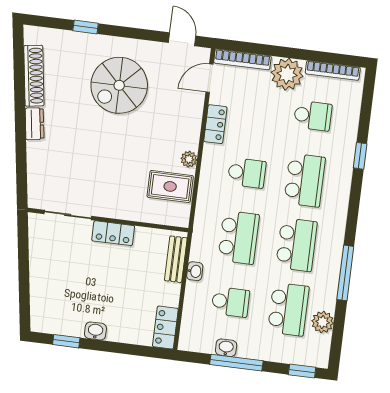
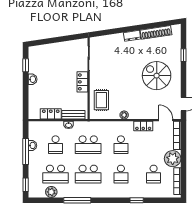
school desk: (305, 180) -> (121, 174), width x0.54
rug: (170, 186) -> (101, 100), moved
locker: (165, 328) -> (51, 114), moved

